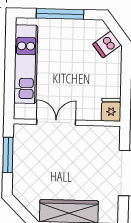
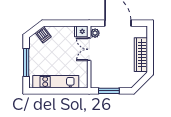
double door: (56, 122) -> (89, 49), moved
plant: (108, 134) -> (95, 33), added

